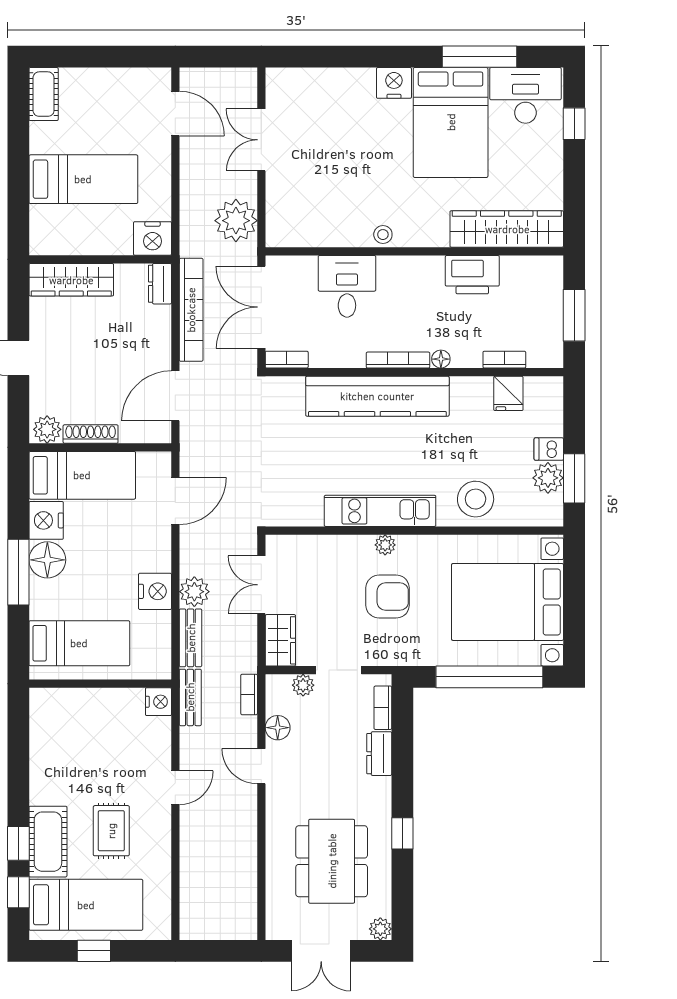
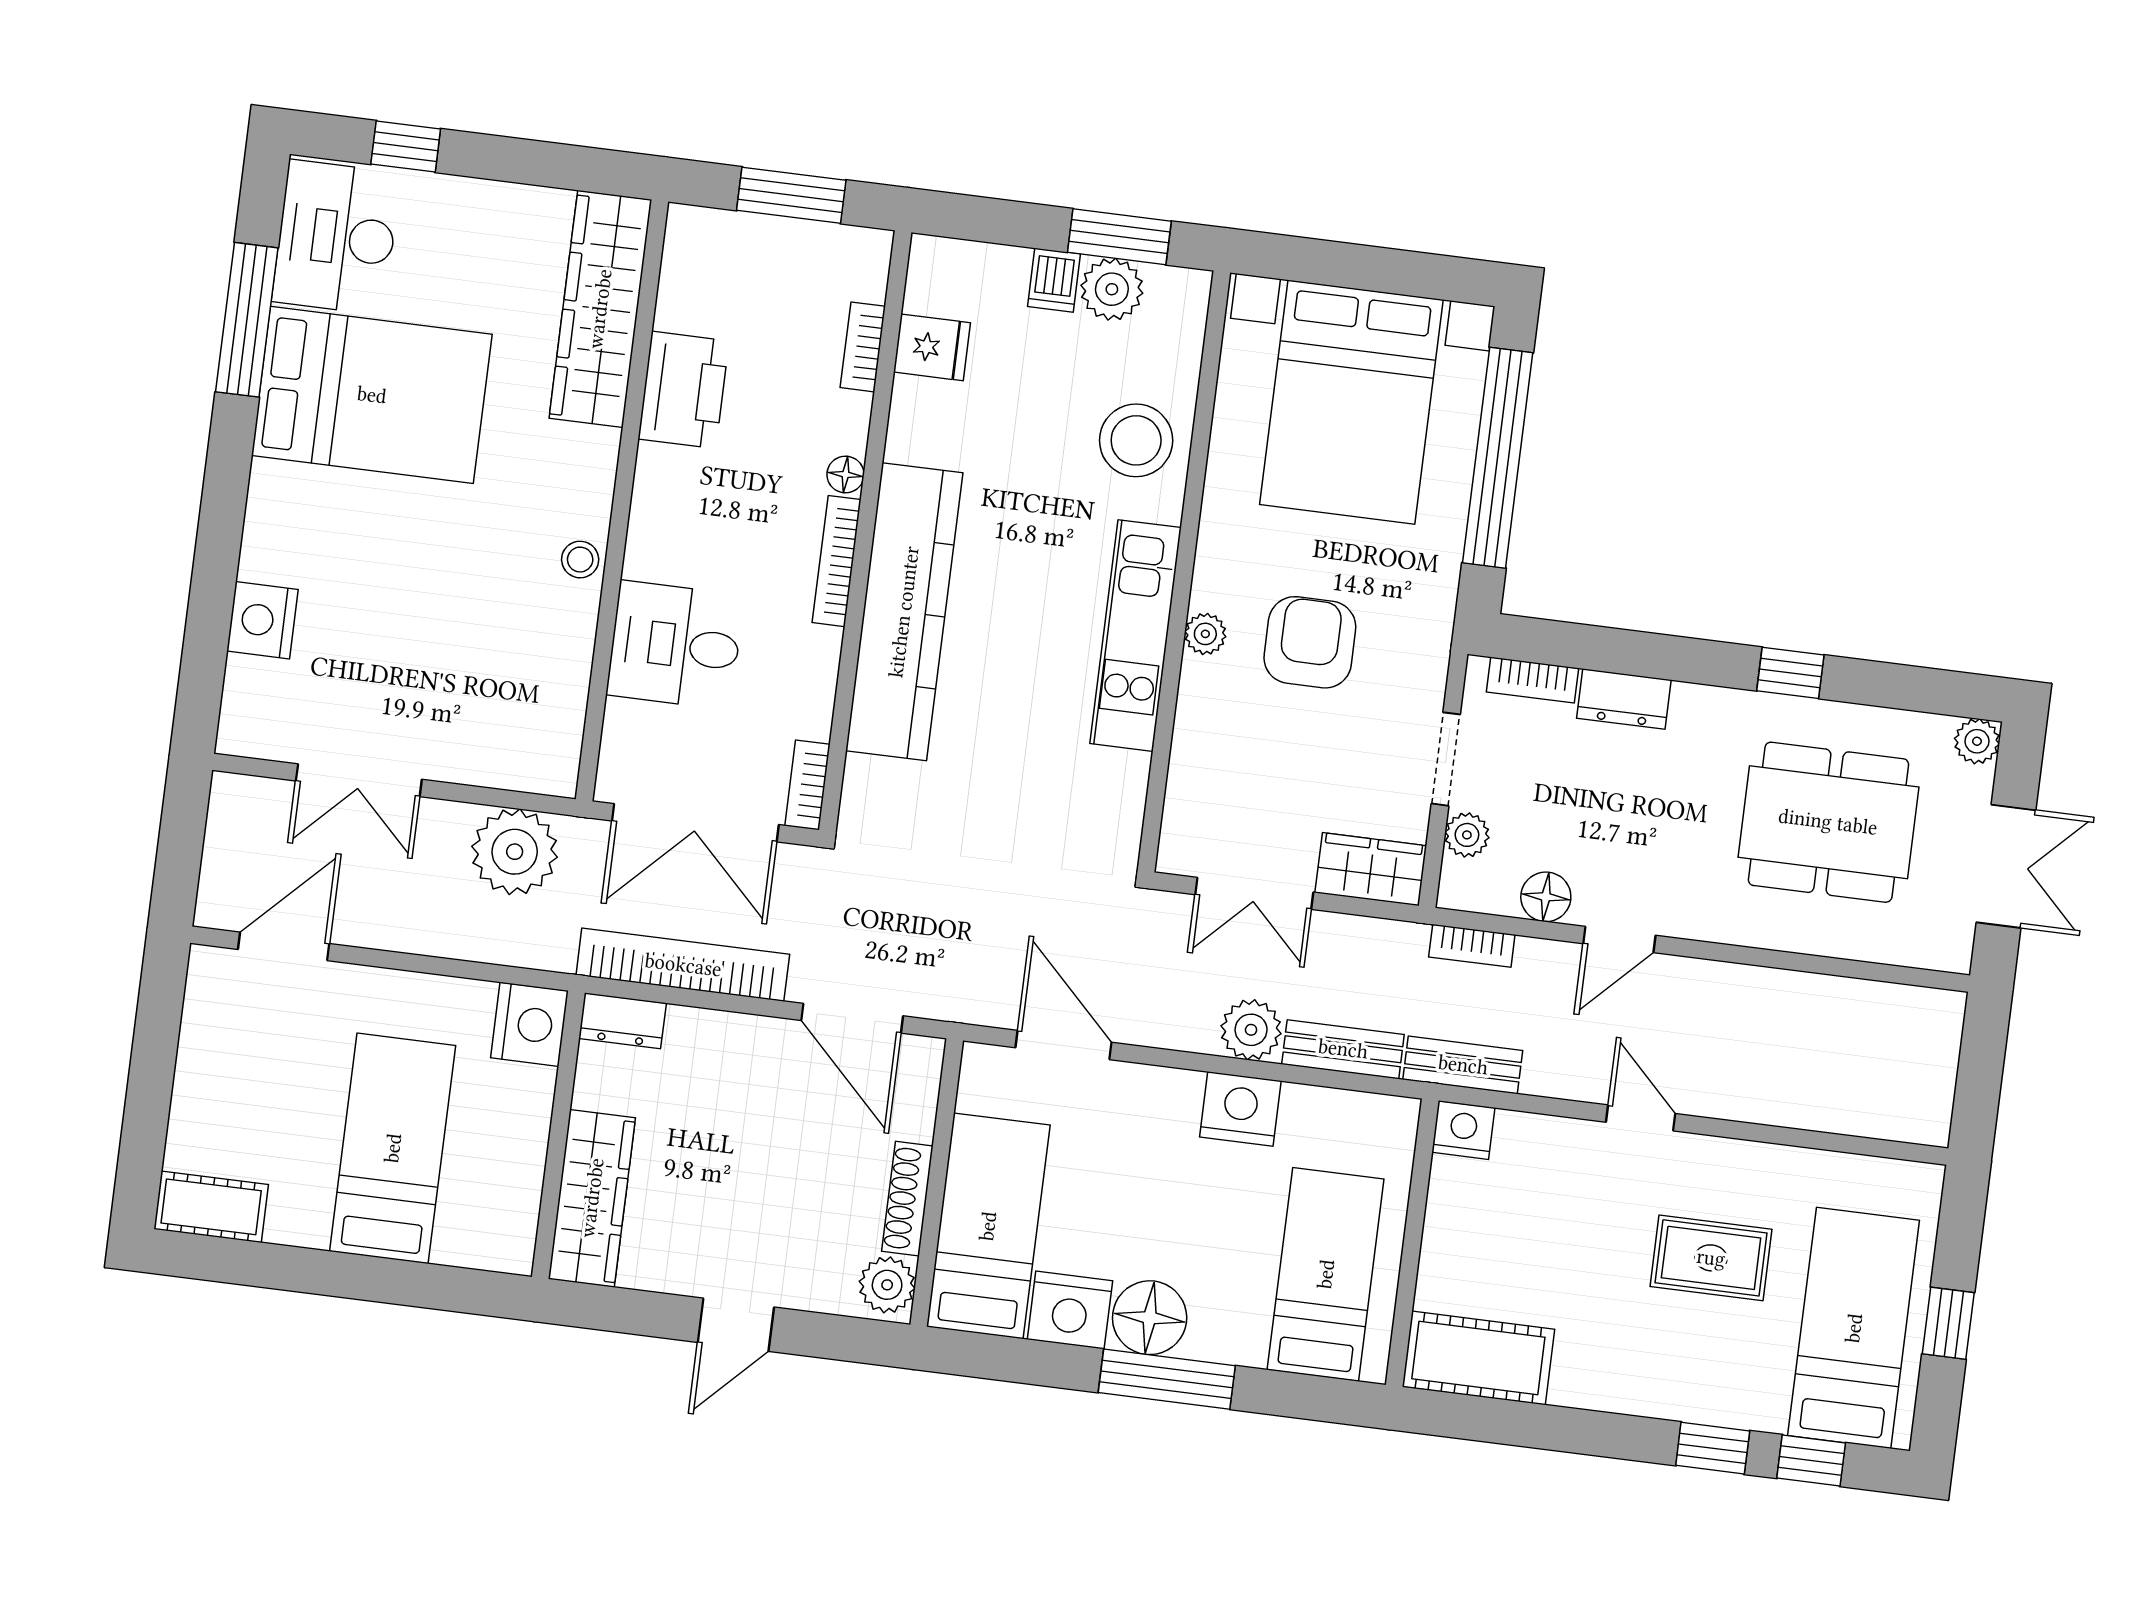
nightstand: (394, 83) -> (263, 620), moved
cot: (48, 842) -> (1478, 1358), moved

